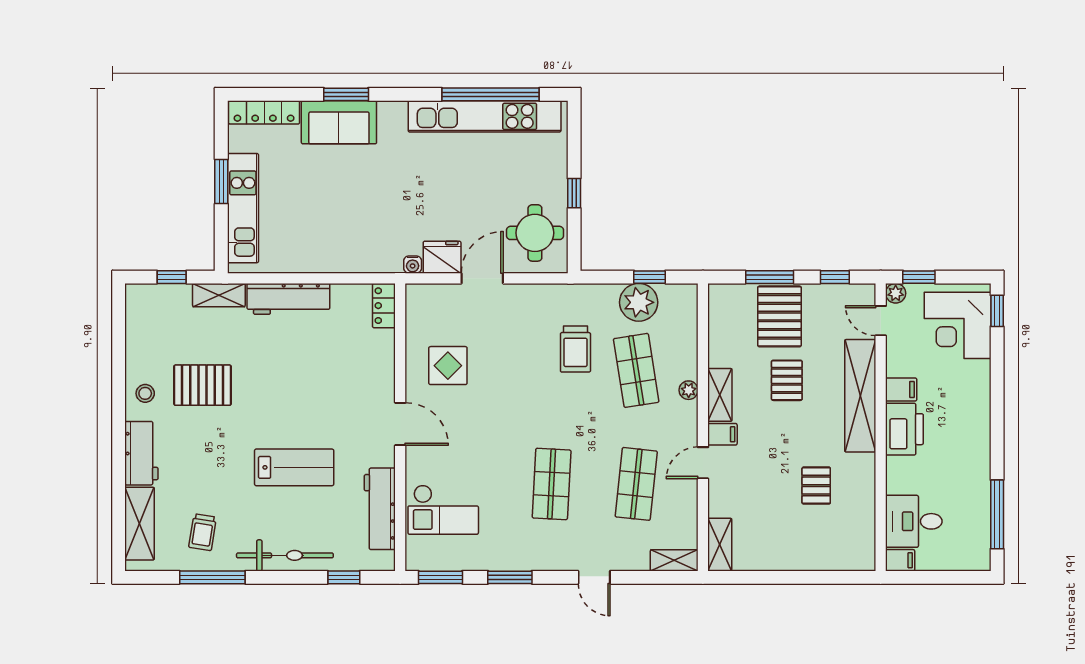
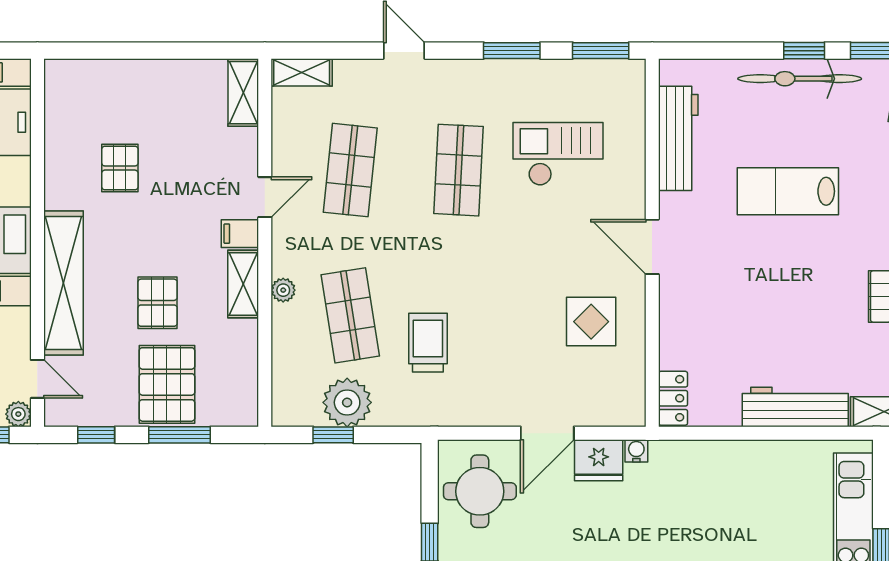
checkout: (443, 510) -> (558, 154), moved
window: (344, 577) -> (804, 51), moved

